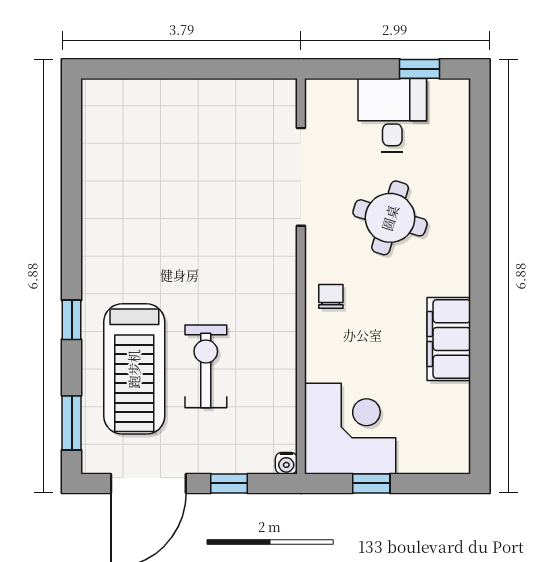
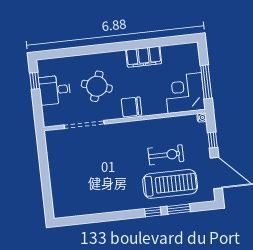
chair: (331, 296) -> (132, 107), width x1.87, depth x1.87
exercise bike: (206, 366) -> (166, 155), turned 180
window: (72, 423) -> (179, 209), moved
window: (371, 483) -> (206, 82), width x2.17

